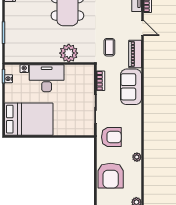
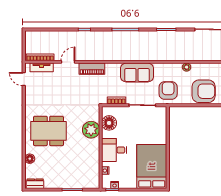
coffee table: (109, 47) -> (86, 92), removed
floor lamp: (76, 73) -> (109, 123), added
desk: (47, 78) -> (114, 150), width x0.73
sofa: (131, 87) -> (137, 73), moved

